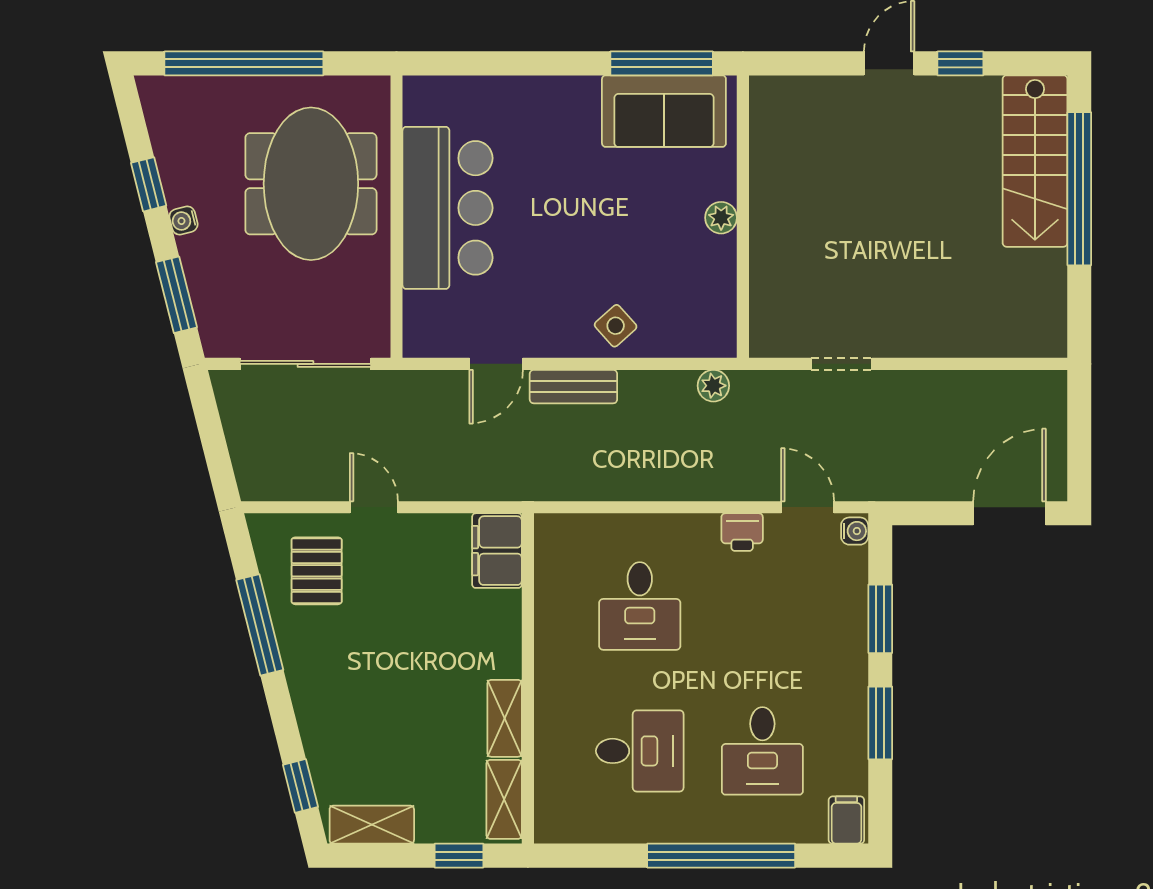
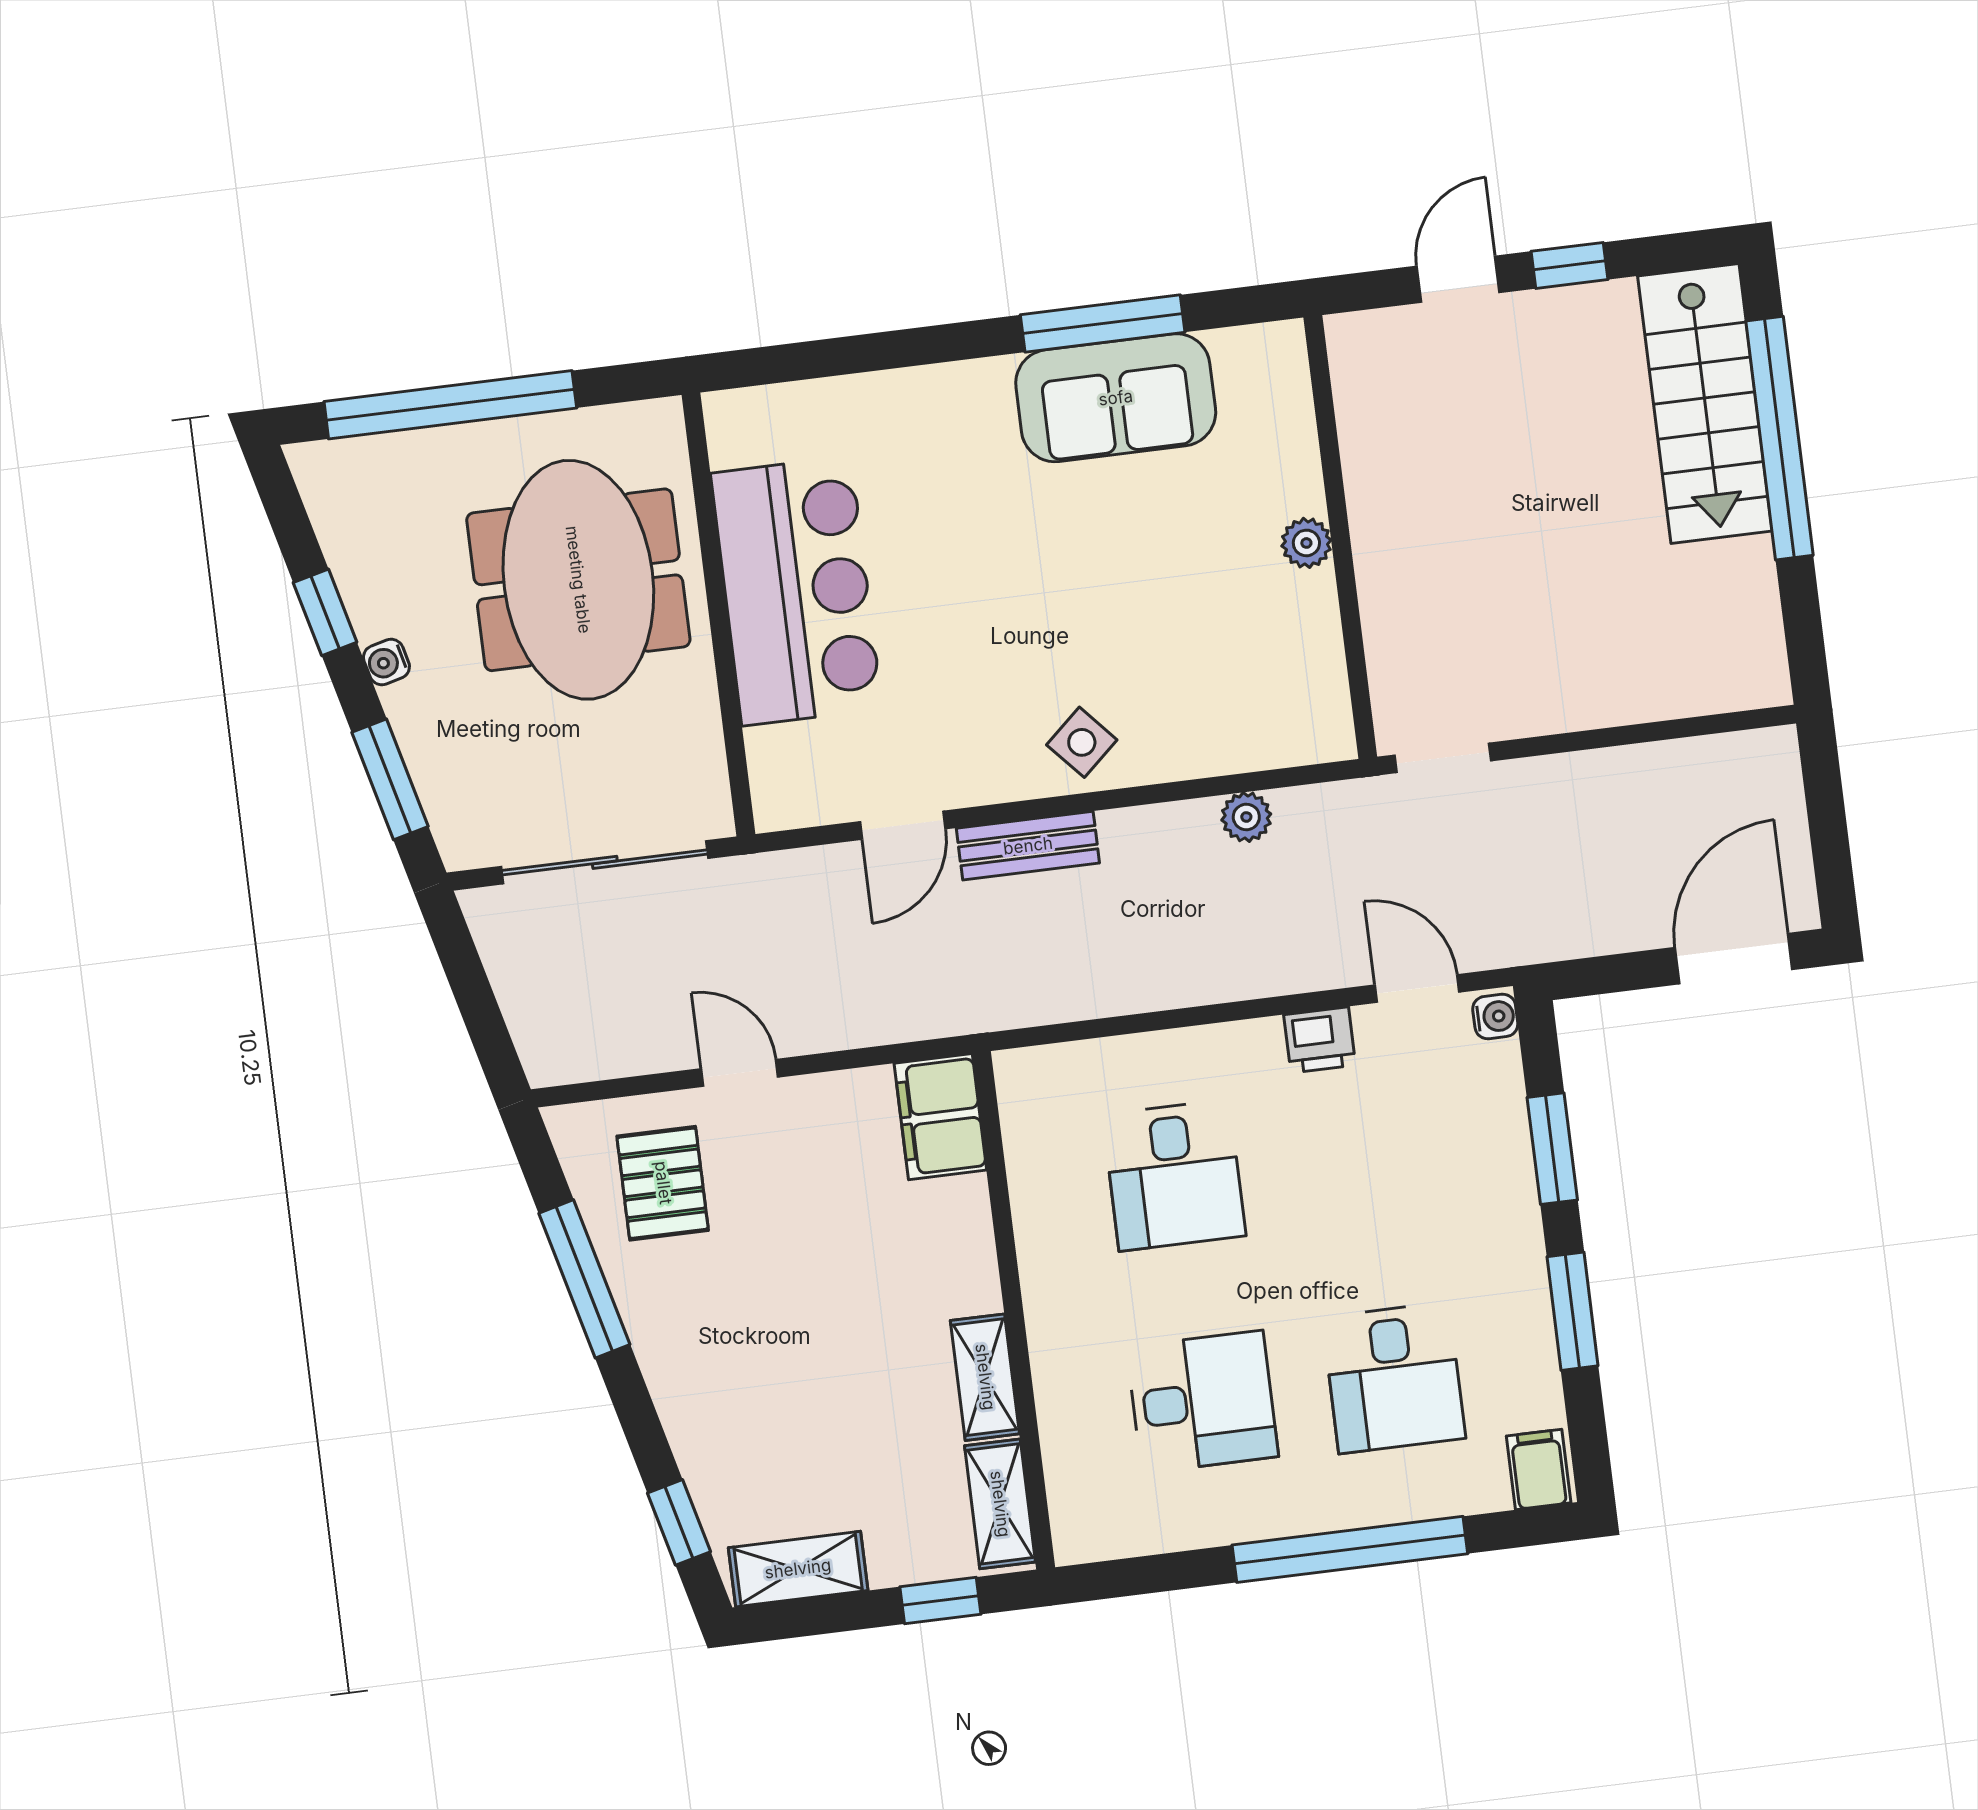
wall: (743, 217) -> (1340, 537), moved
plant: (721, 218) -> (1306, 543), moved

